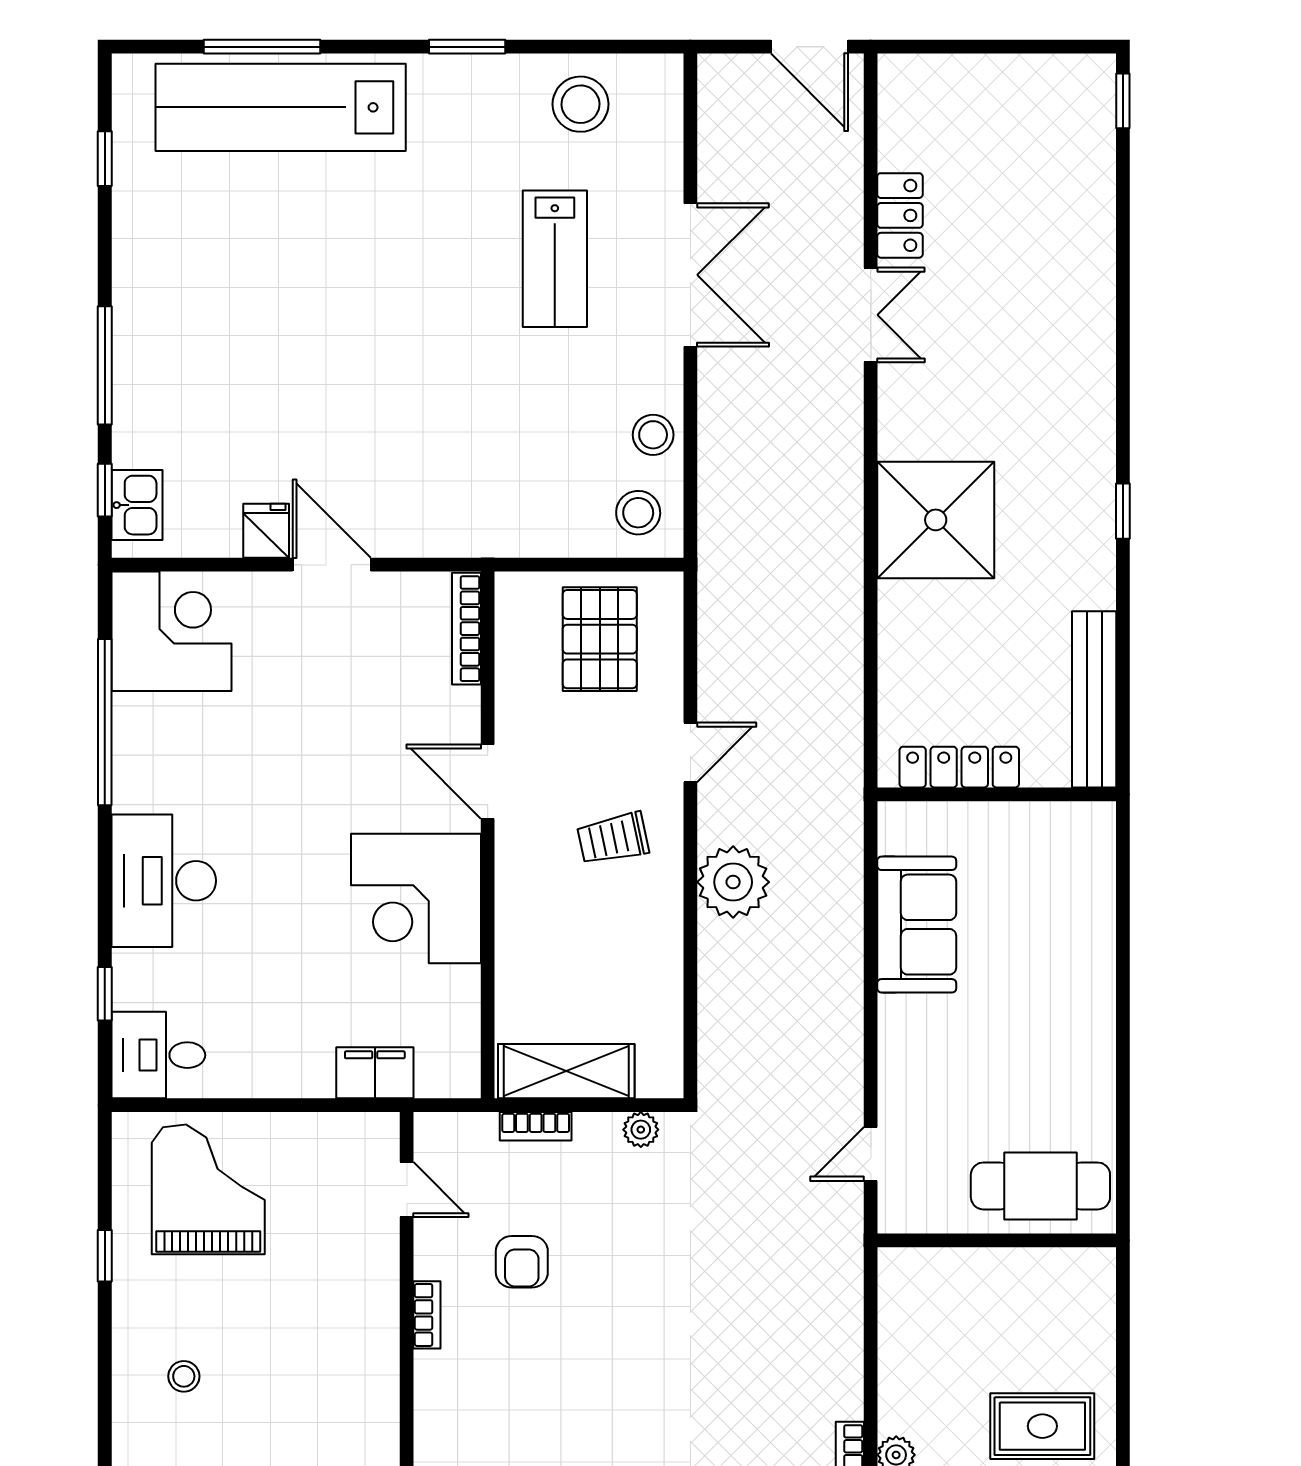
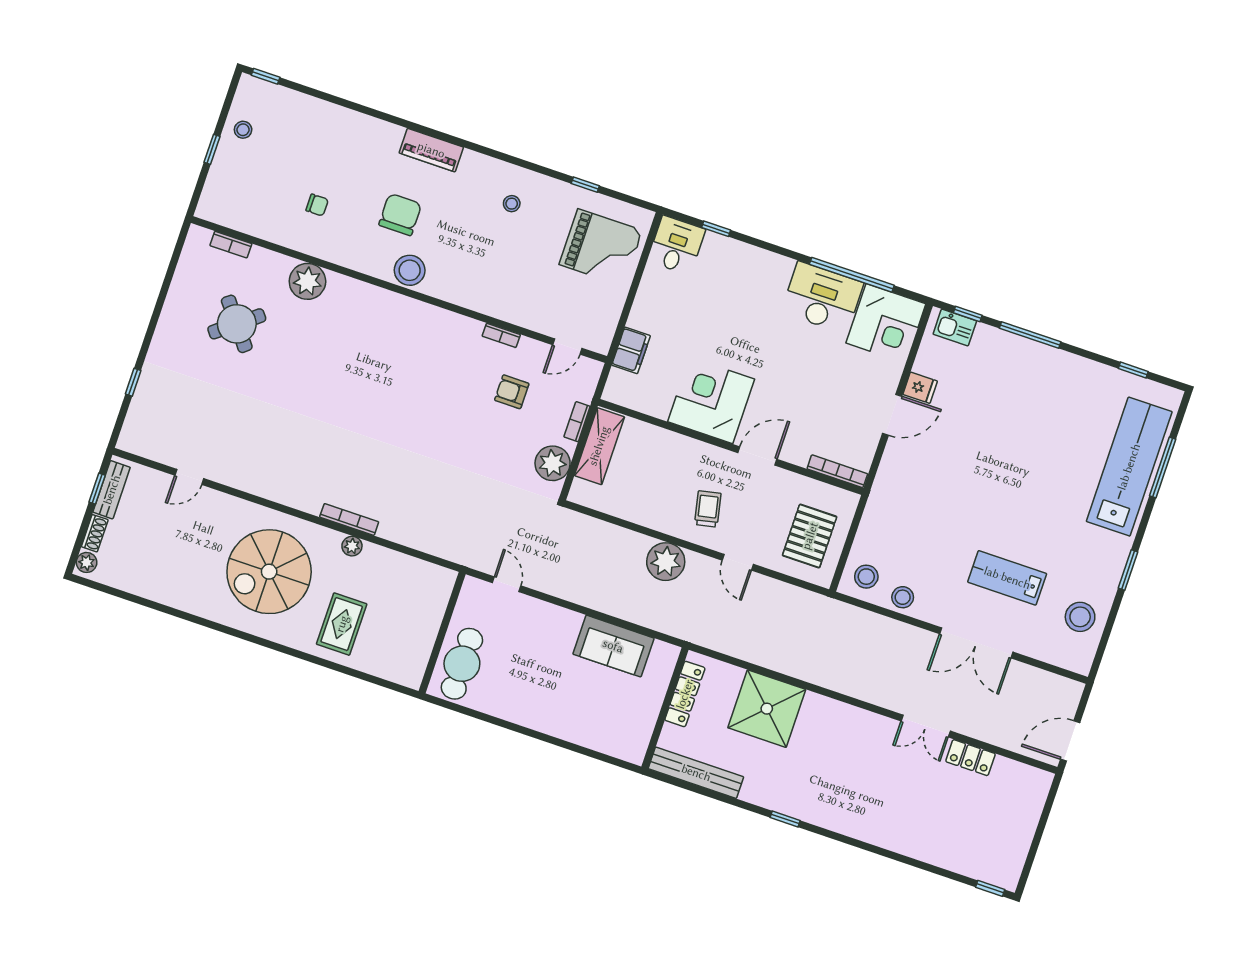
shower: (936, 520) -> (767, 709), moved
pallet: (600, 639) -> (810, 536), turned 90
desk: (164, 881) -> (822, 298), moved
plant: (641, 1130) -> (553, 463), width x1.88, depth x1.88

